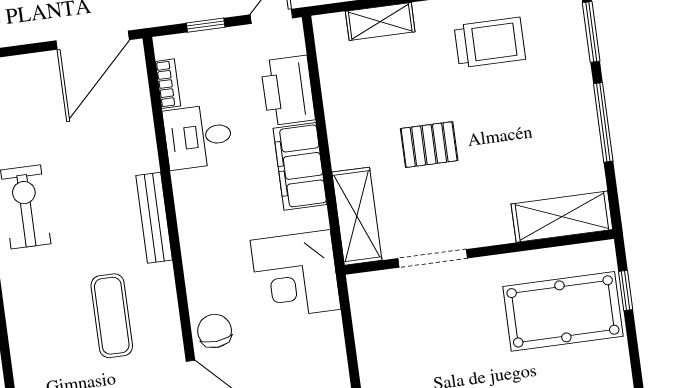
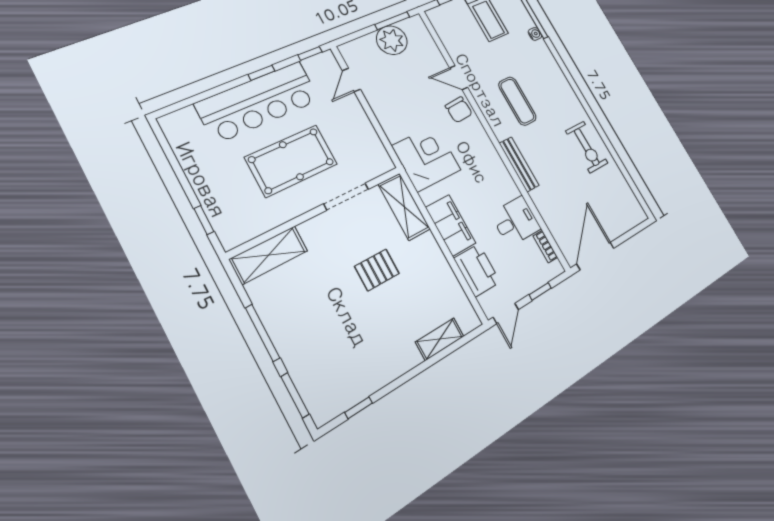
trolley: (490, 42) -> (363, 356), removed
pool table: (563, 311) -> (291, 161), moved

